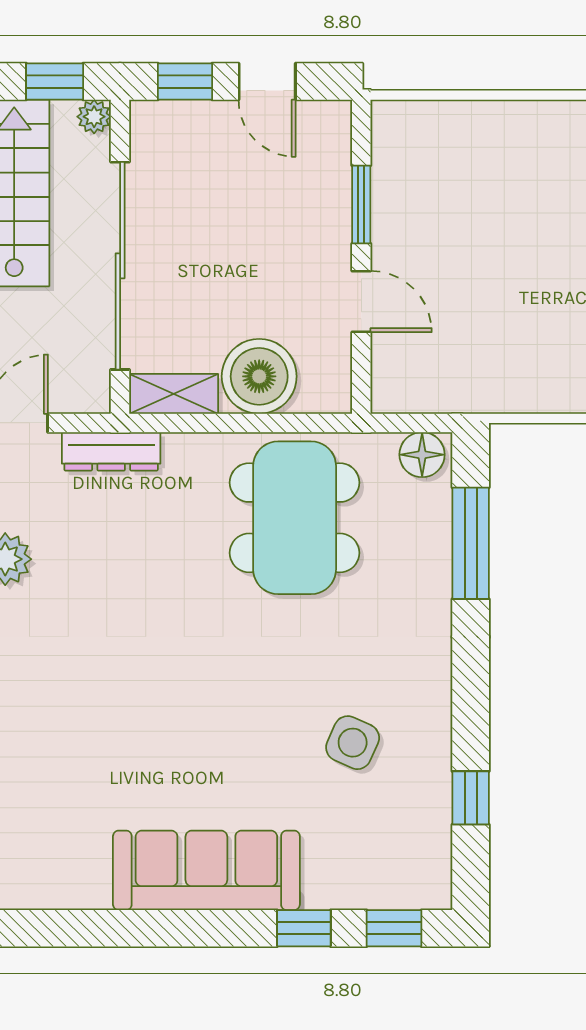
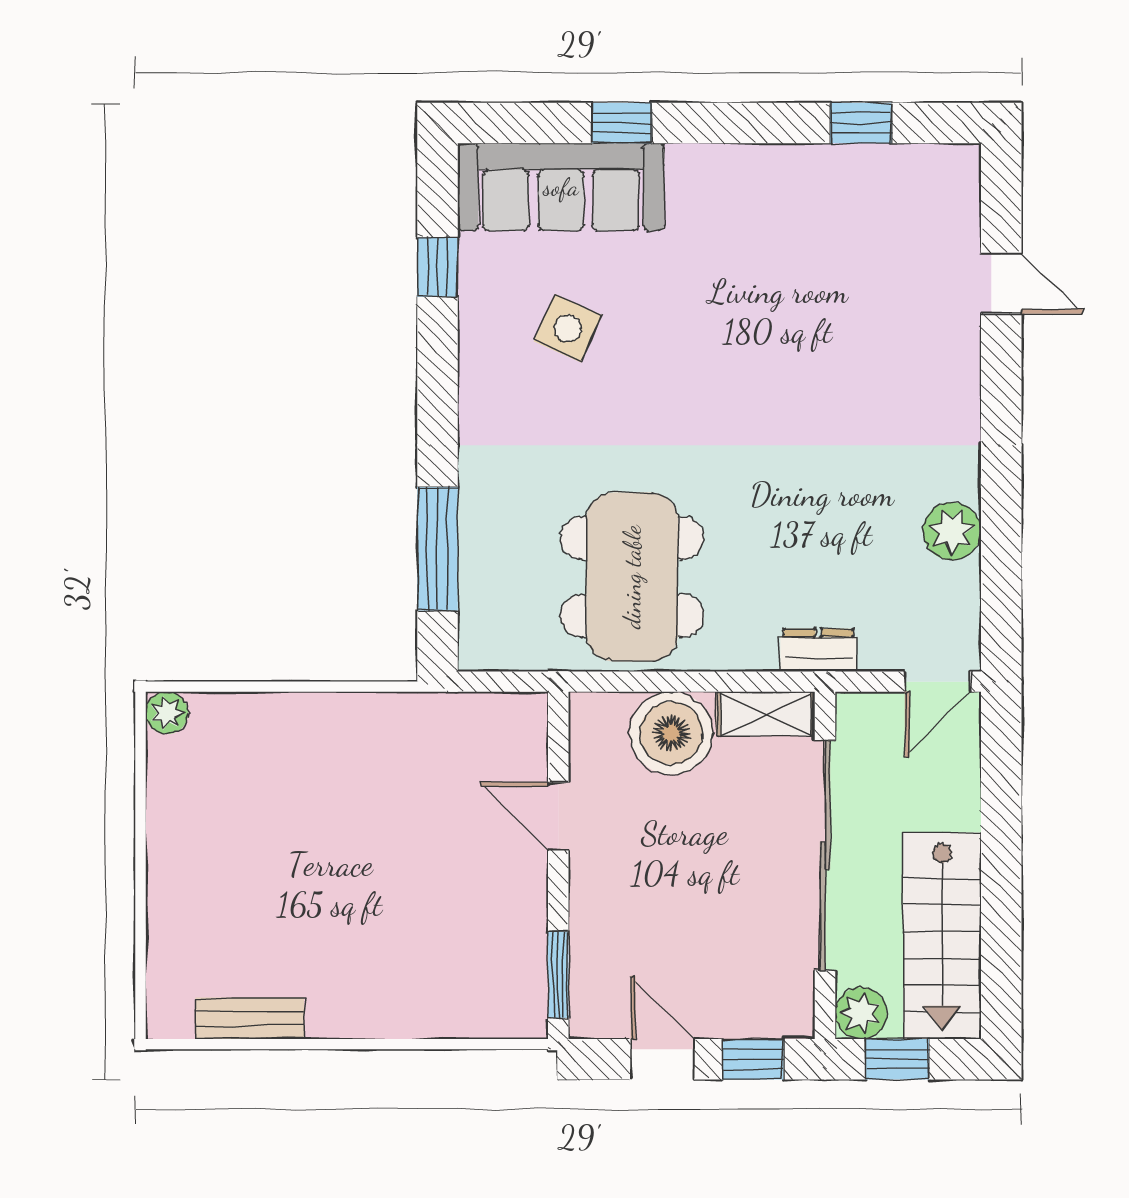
plant: (94, 117) -> (861, 1013), width x1.38, depth x1.38
window: (361, 205) -> (558, 975), moved
dresser: (111, 451) -> (818, 650), width x0.70
floor lamp: (422, 455) -> (491, 647), removed
sofa: (206, 870) -> (561, 187), moved
window: (394, 928) -> (861, 123), moved

